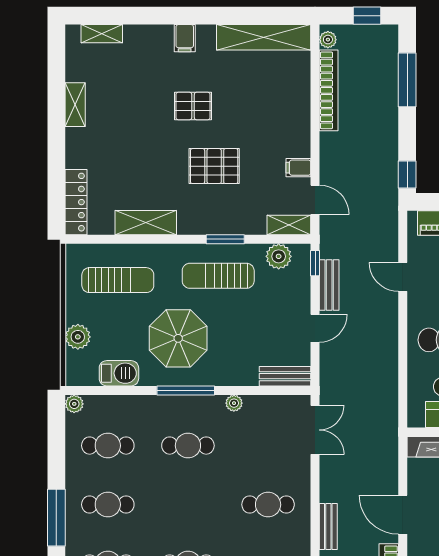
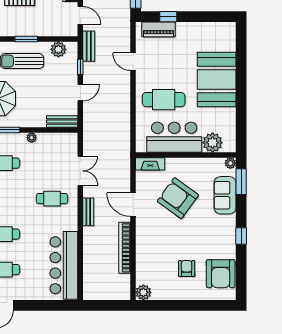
shelving: (289, 225) -> (65, 31), removed
window: (315, 263) -> (80, 67), moved
bench: (329, 285) -> (89, 46), moved
double door: (315, 430) -> (80, 171), moved

